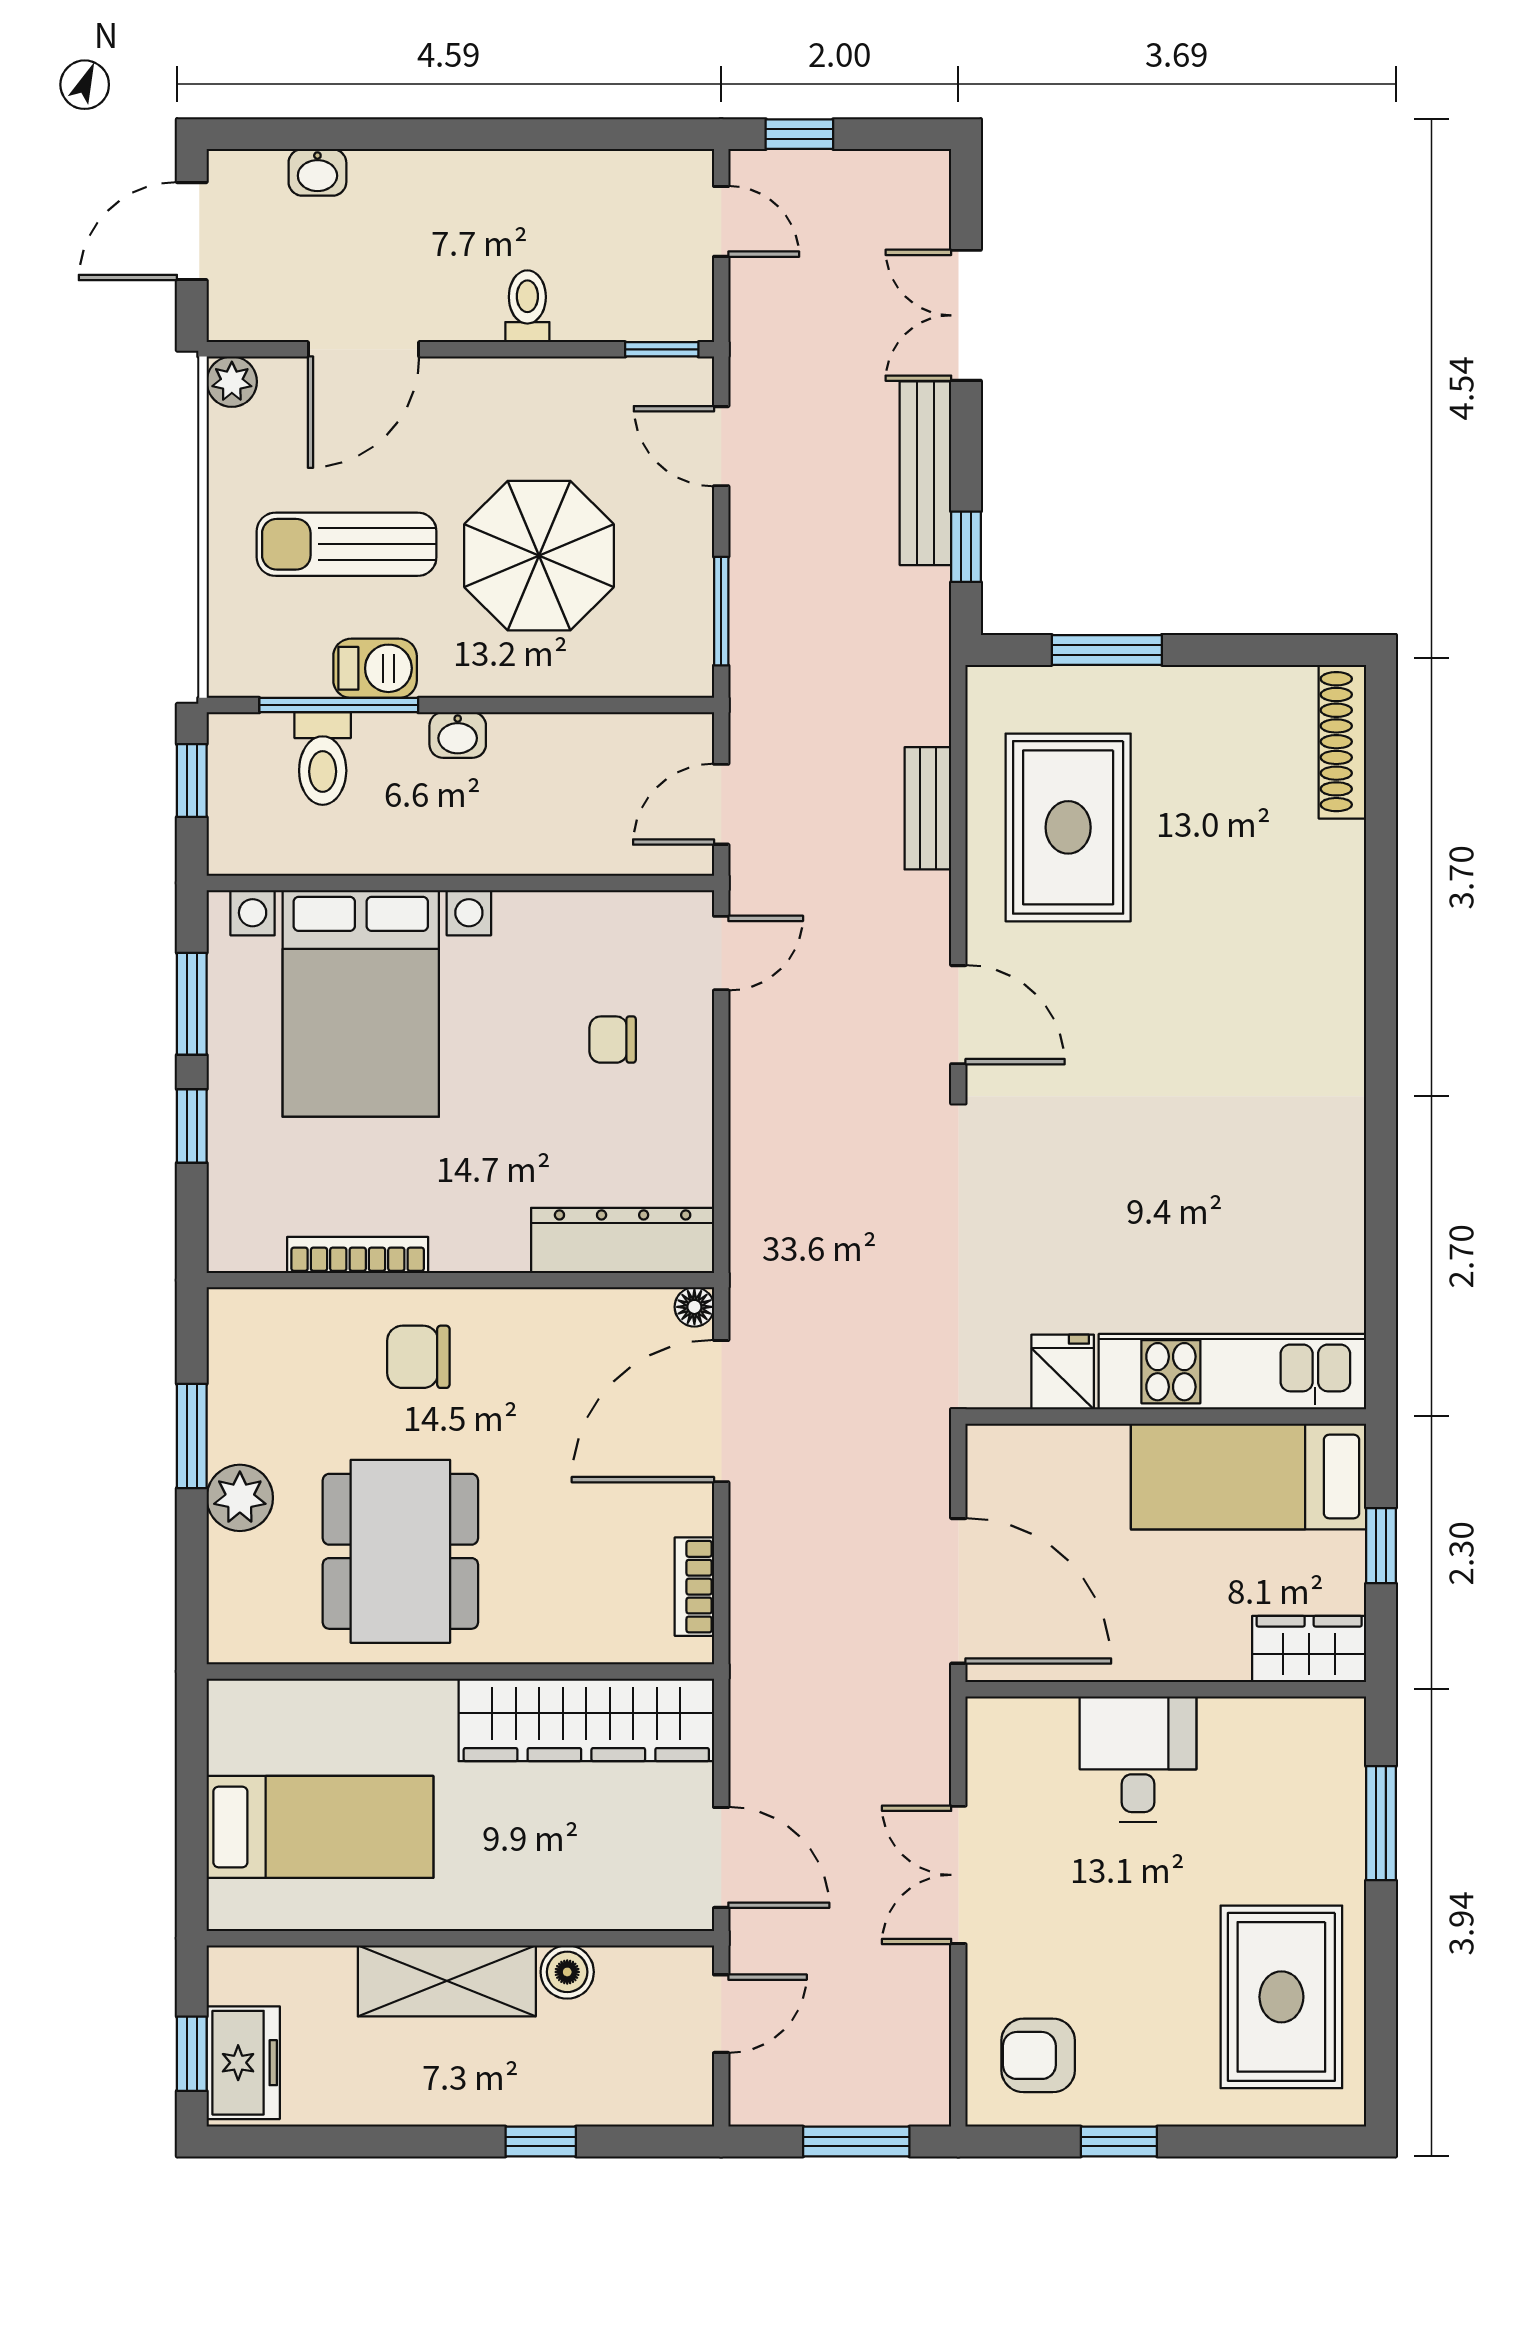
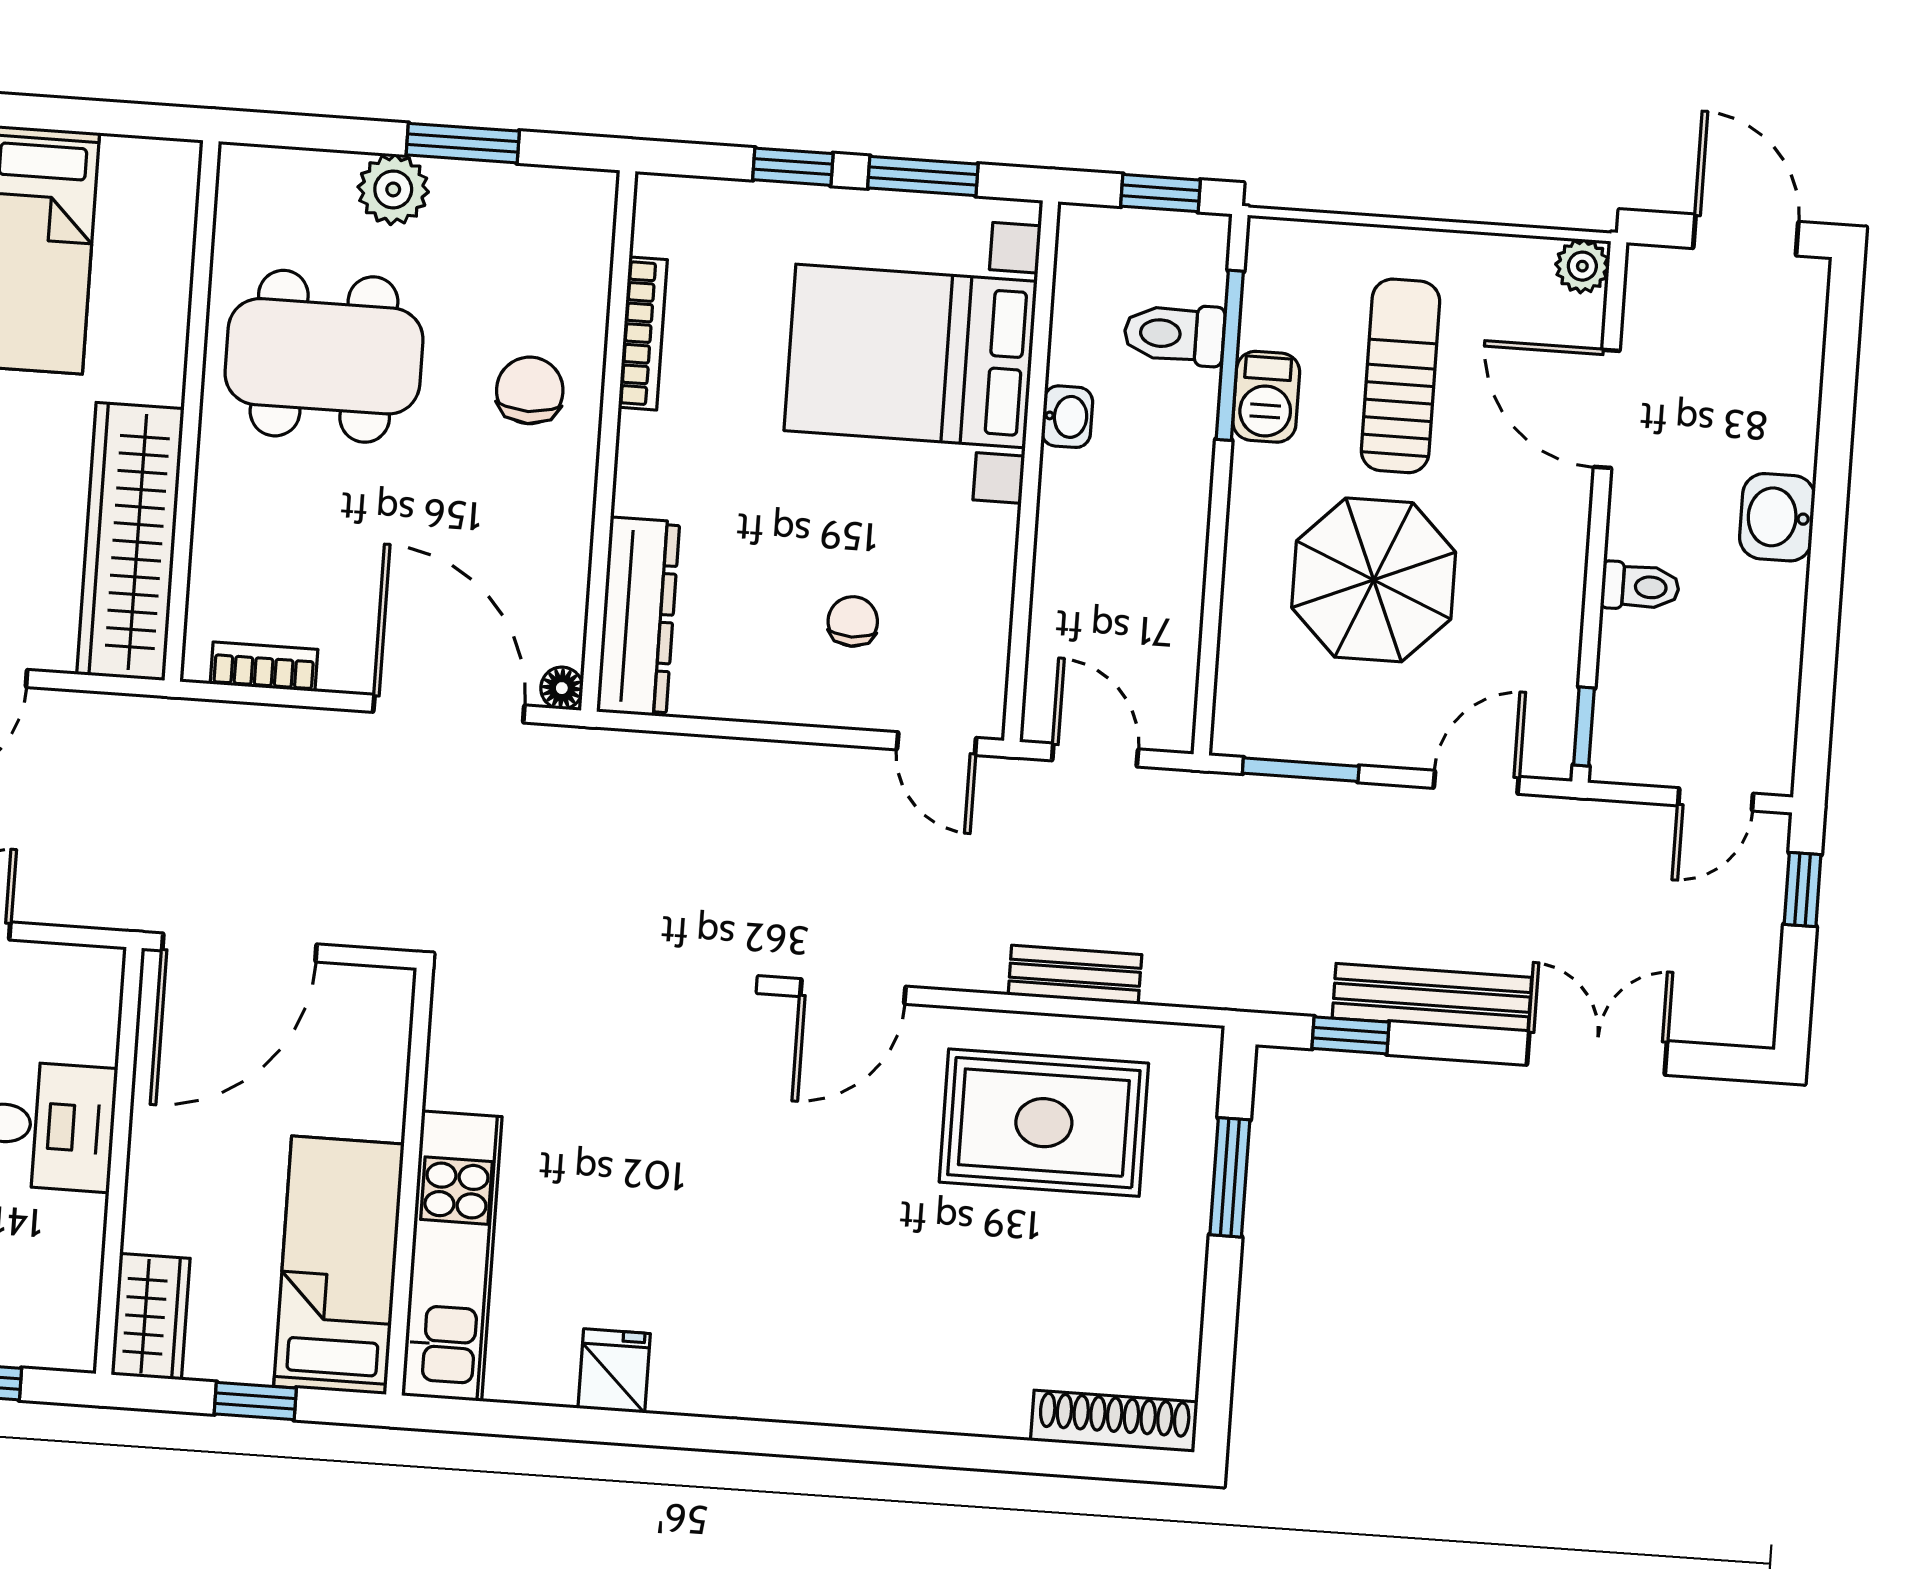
washbasin: (317, 172) -> (1777, 517), moved, width x1.38, depth x1.45
washbasin: (458, 735) -> (1067, 417), moved, turned 180
fridge: (1063, 1372) -> (614, 1371), moved, turned -90

